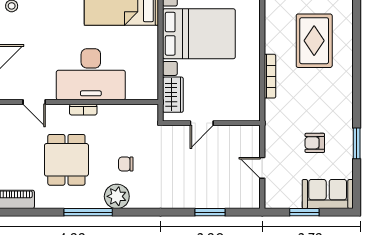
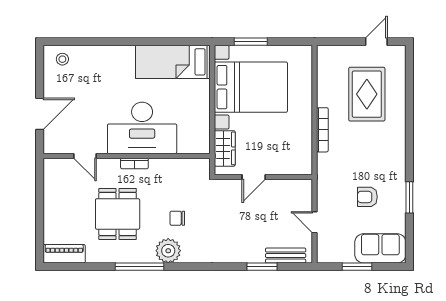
bench: (233, 201) -> (286, 256), added

